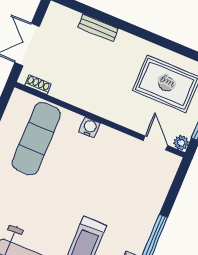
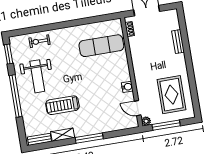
water cooler: (90, 127) -> (127, 87), moved
door: (155, 143) -> (138, 108), swing flipped

